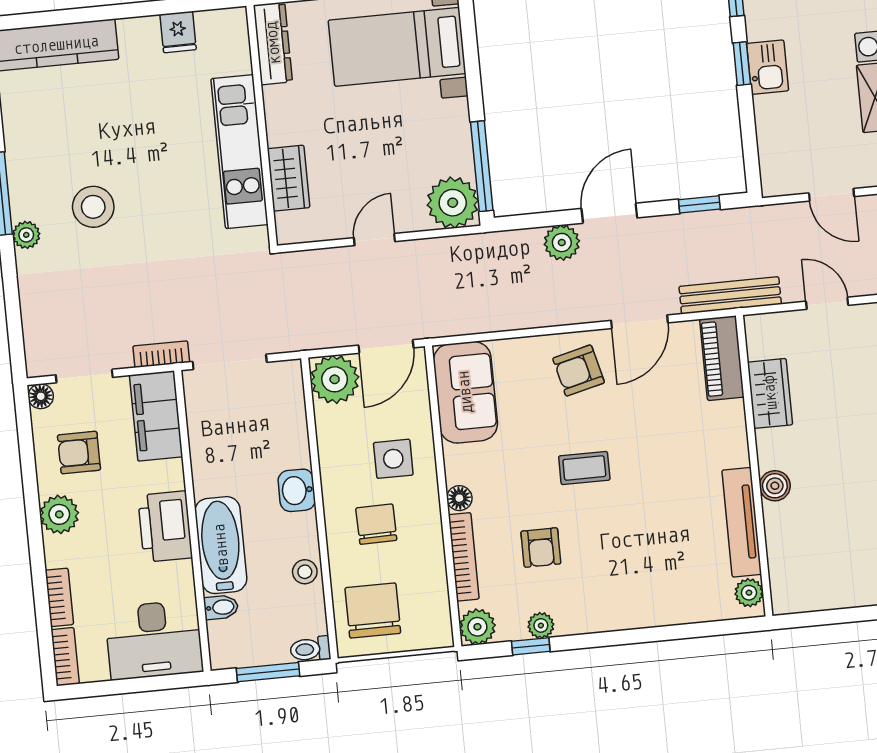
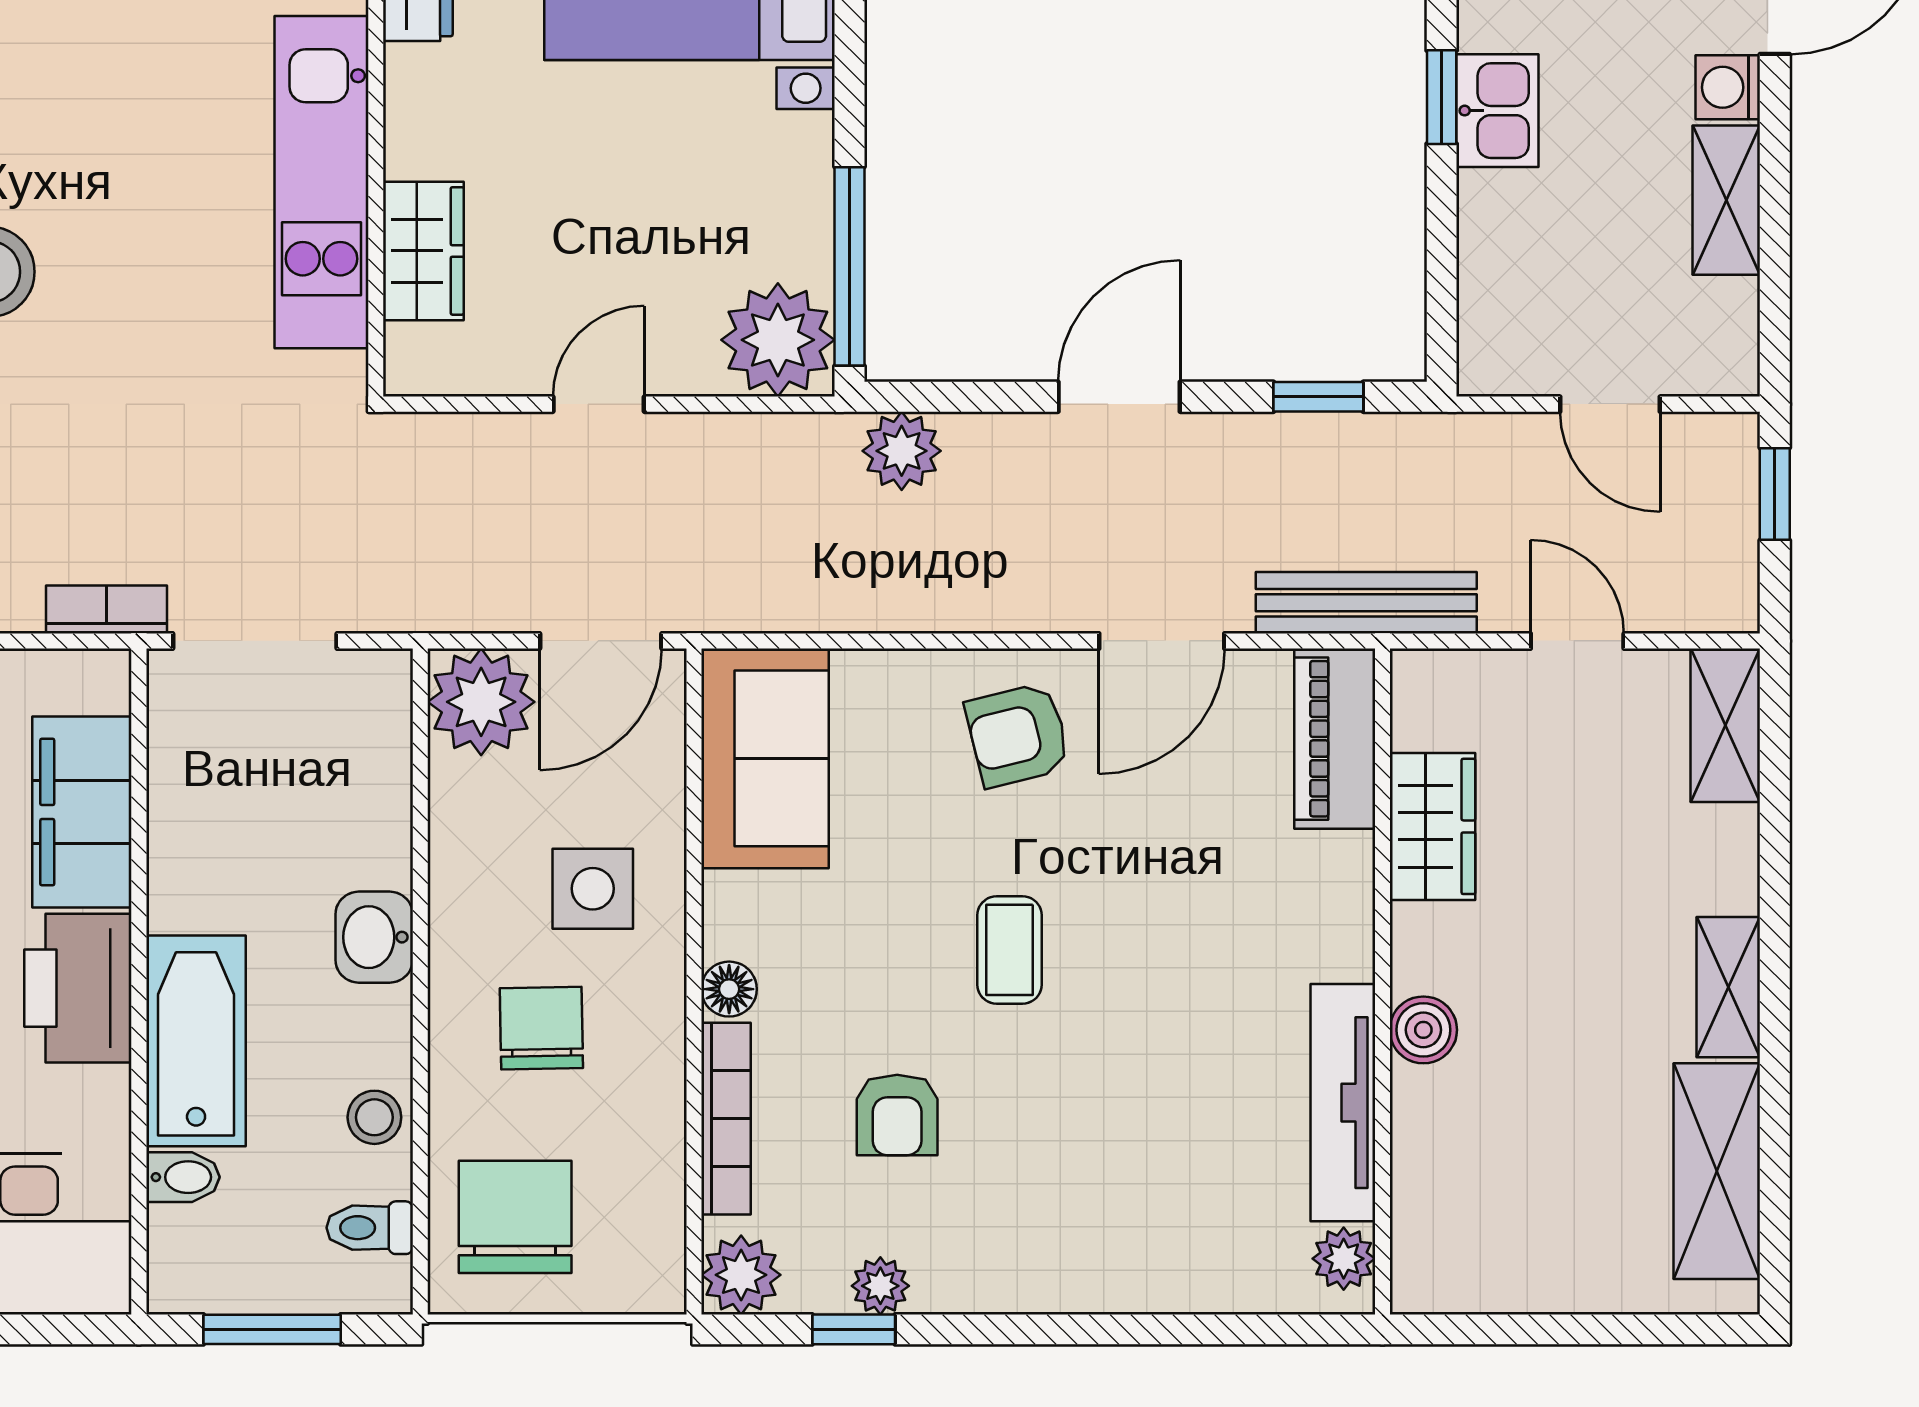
plant: (562, 243) -> (902, 451), moved
filing cabinet: (156, 416) -> (82, 812), moved
coffee table: (584, 468) -> (1010, 950), turned 90
toilet: (310, 649) -> (370, 1228), moved

